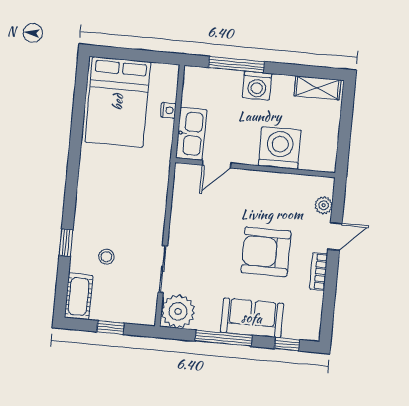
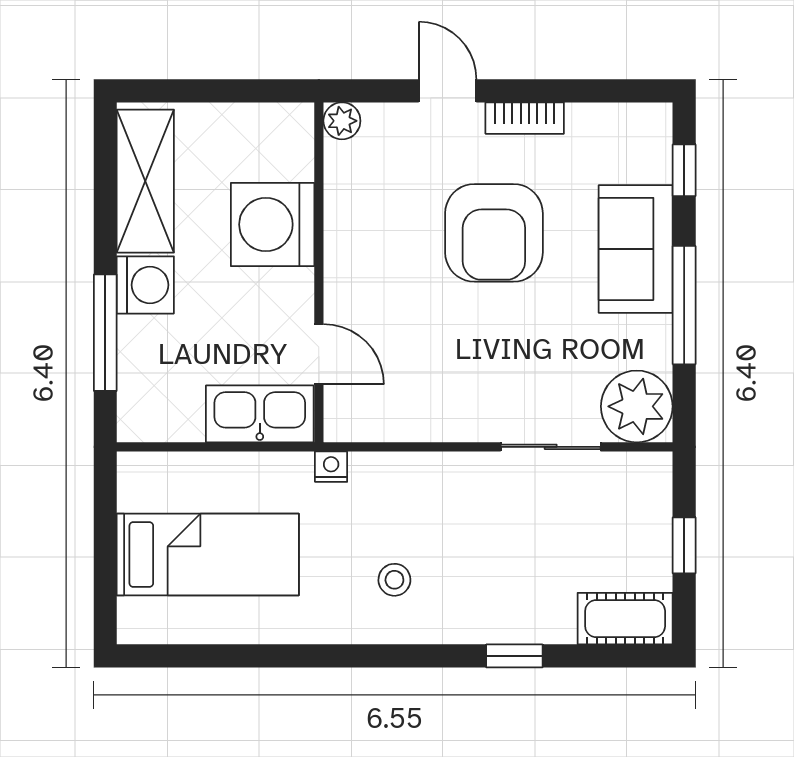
shelving: (317, 88) -> (145, 181), width x1.50, depth x1.33
bed: (118, 102) -> (208, 554), width x0.67
nightstand: (168, 110) -> (331, 467), moved
plant: (324, 205) -> (342, 121), moved
stool: (106, 257) -> (394, 580), moved

